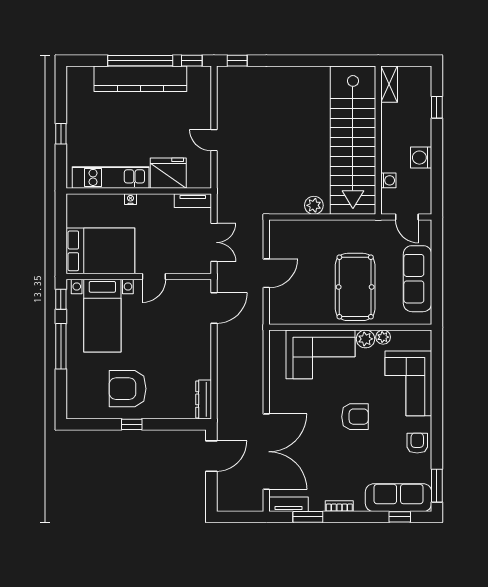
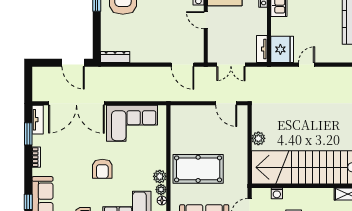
fridge: (168, 173) -> (282, 49), moved
door: (266, 273) -> (226, 103), moved
floor lamp: (398, 336) -> (162, 200), added
corner sofa: (321, 354) -> (132, 123), moved, turned -90

